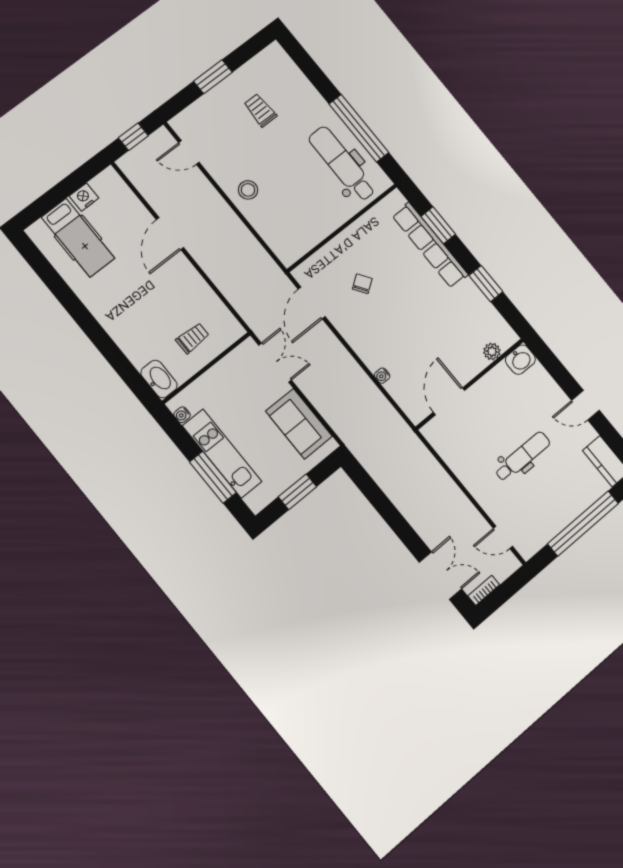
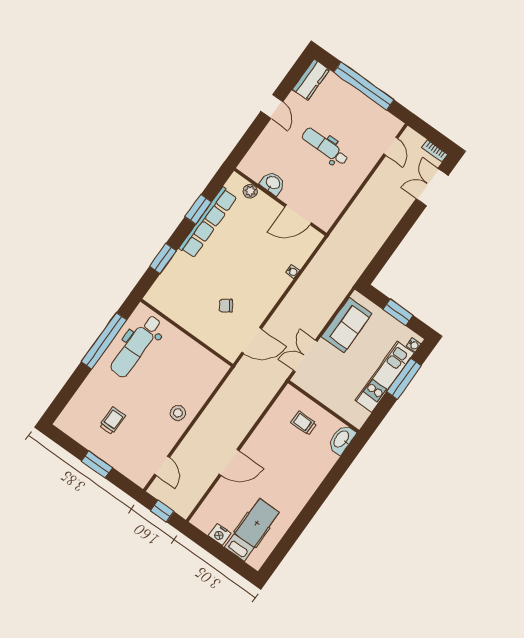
trolley: (260, 110) -> (112, 421), turned 180
row of seats: (430, 245) -> (208, 223), moved
washbasin: (520, 360) -> (273, 183), moved
water cooler: (182, 415) -> (414, 345), moved

